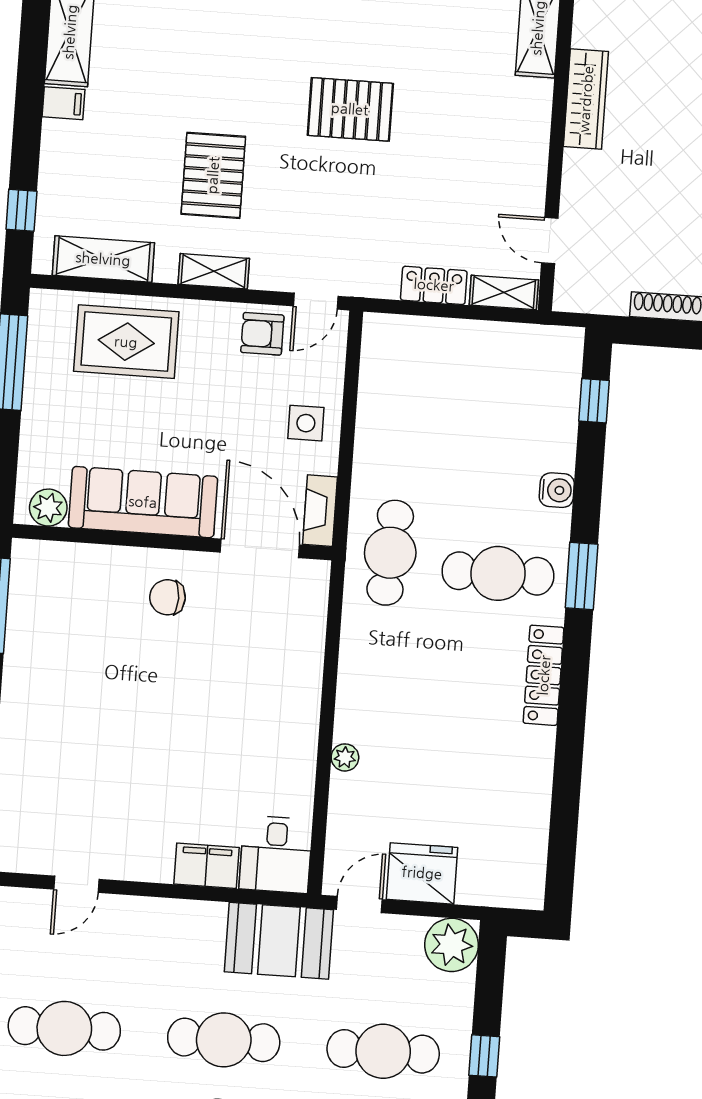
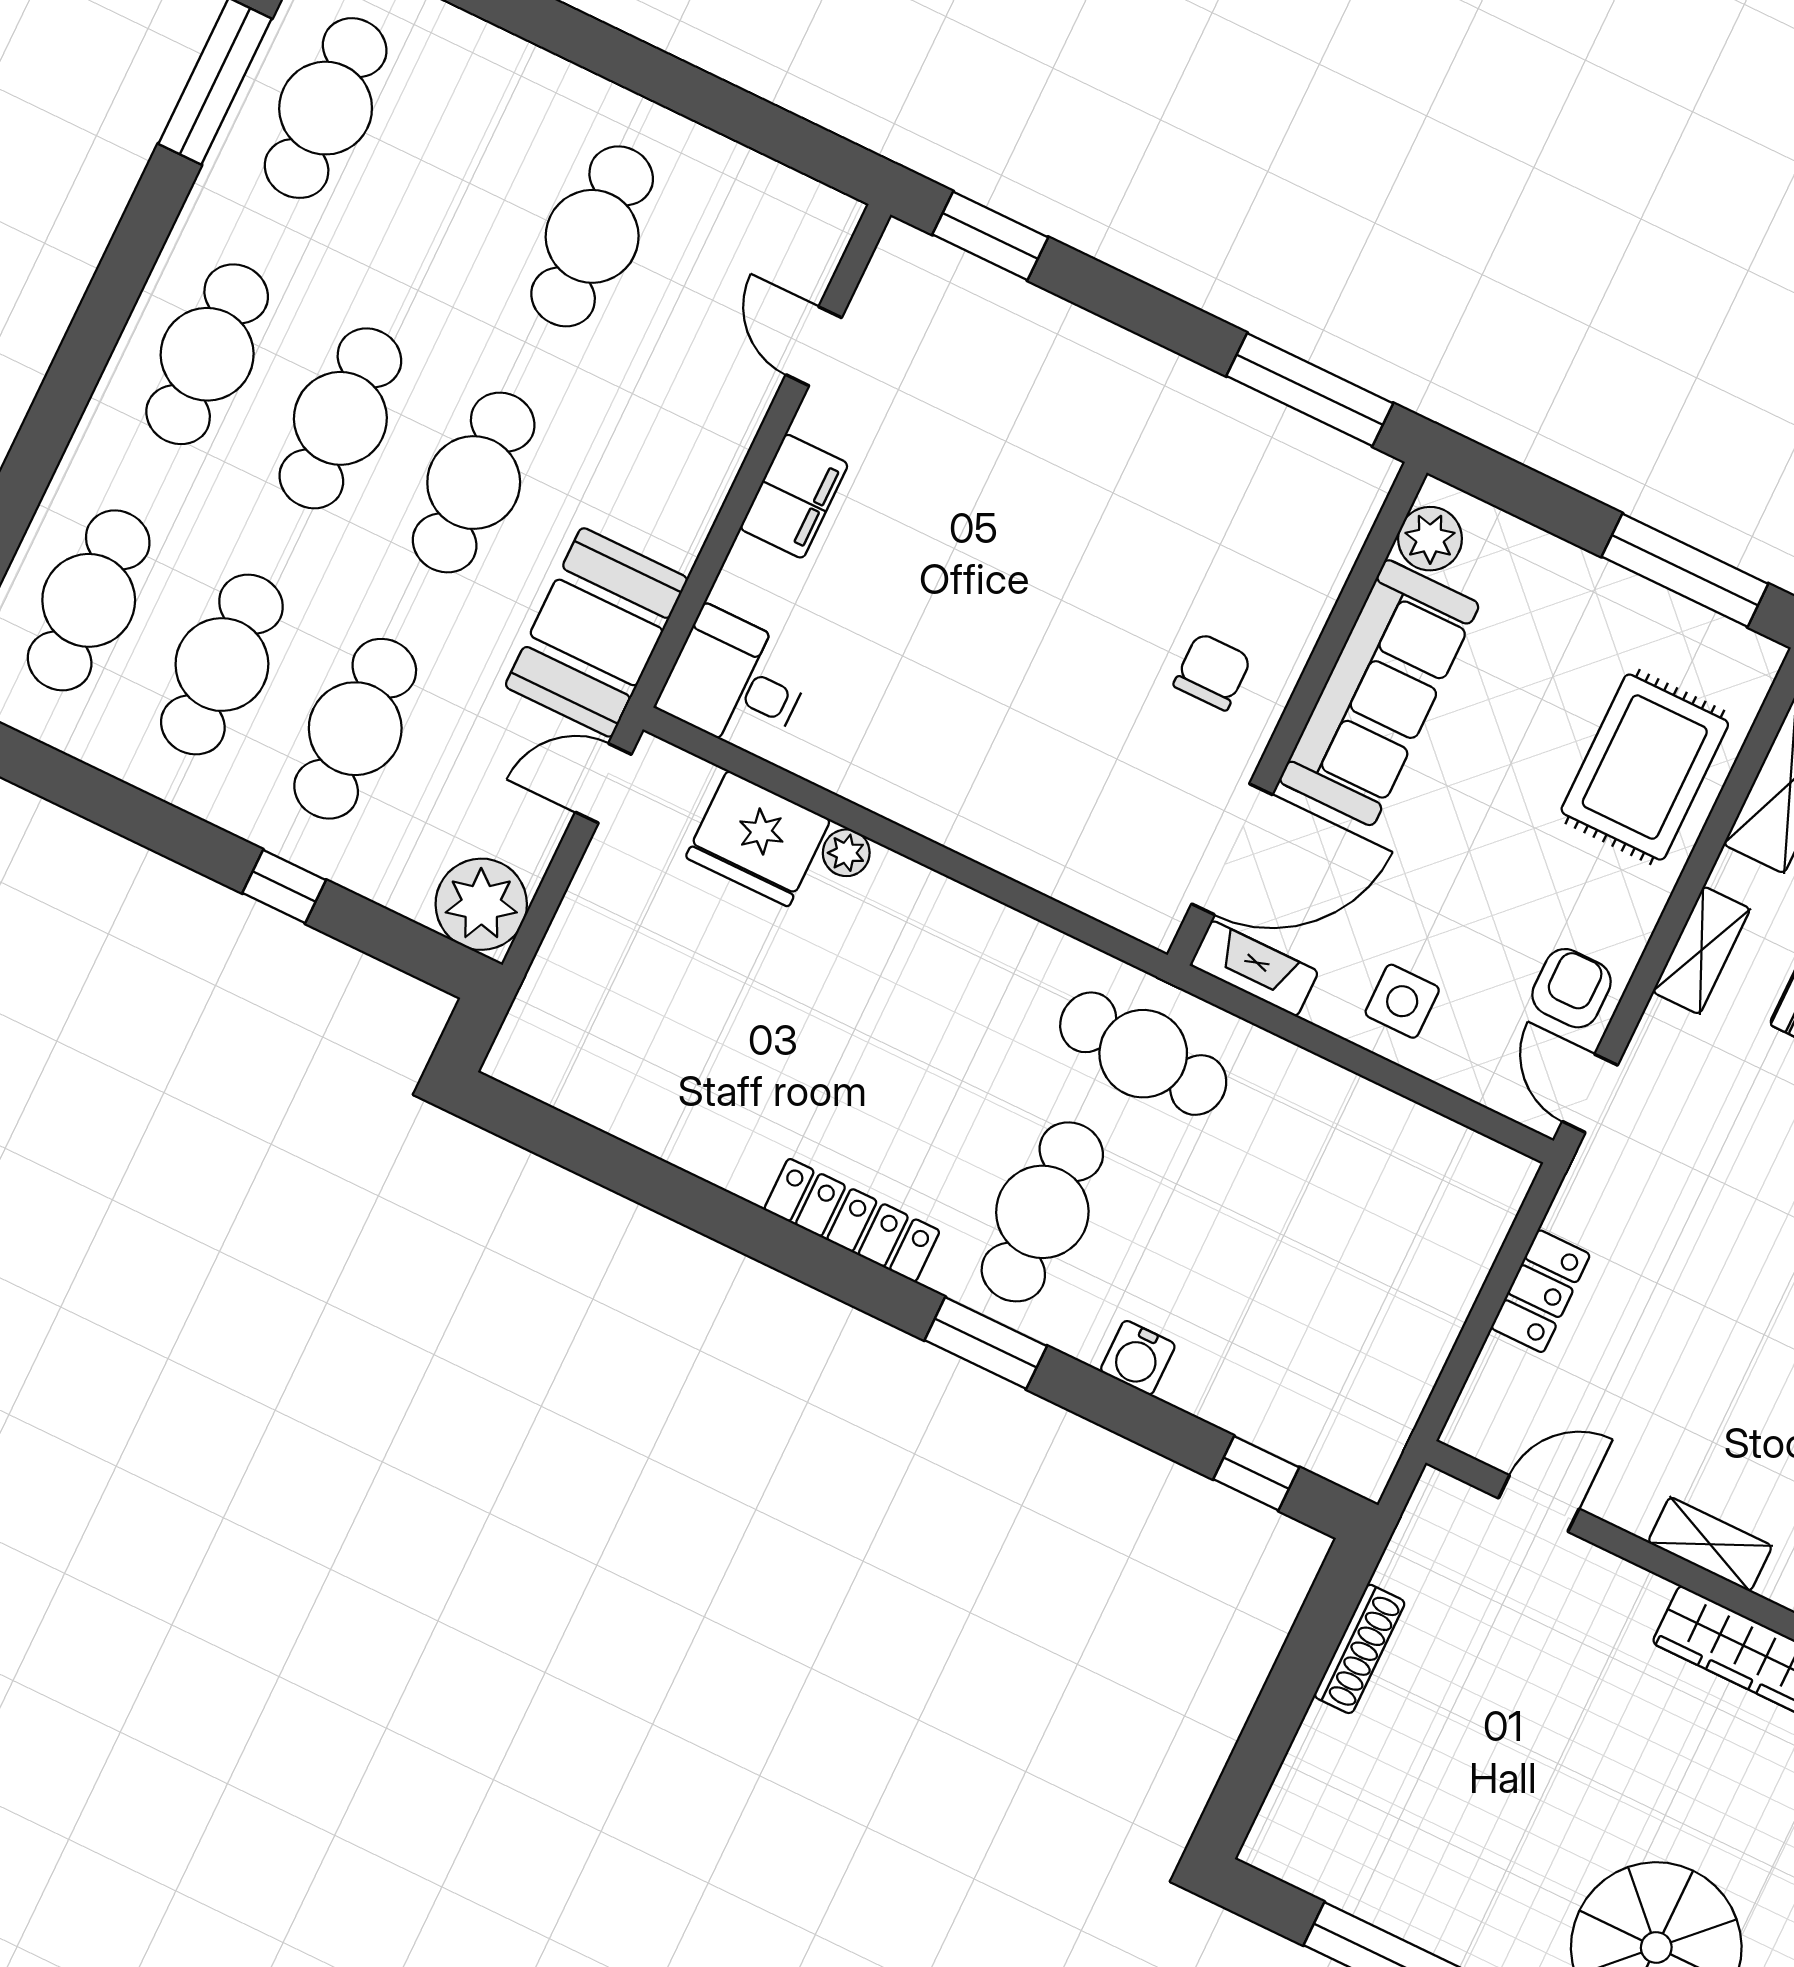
shelving: (504, 293) -> (1710, 1544), moved, turned 90
filing cabinet: (207, 866) -> (794, 496), moved
fridge: (422, 873) -> (758, 839), moved, turned 90
door: (359, 905) -> (603, 783), swing flipped

